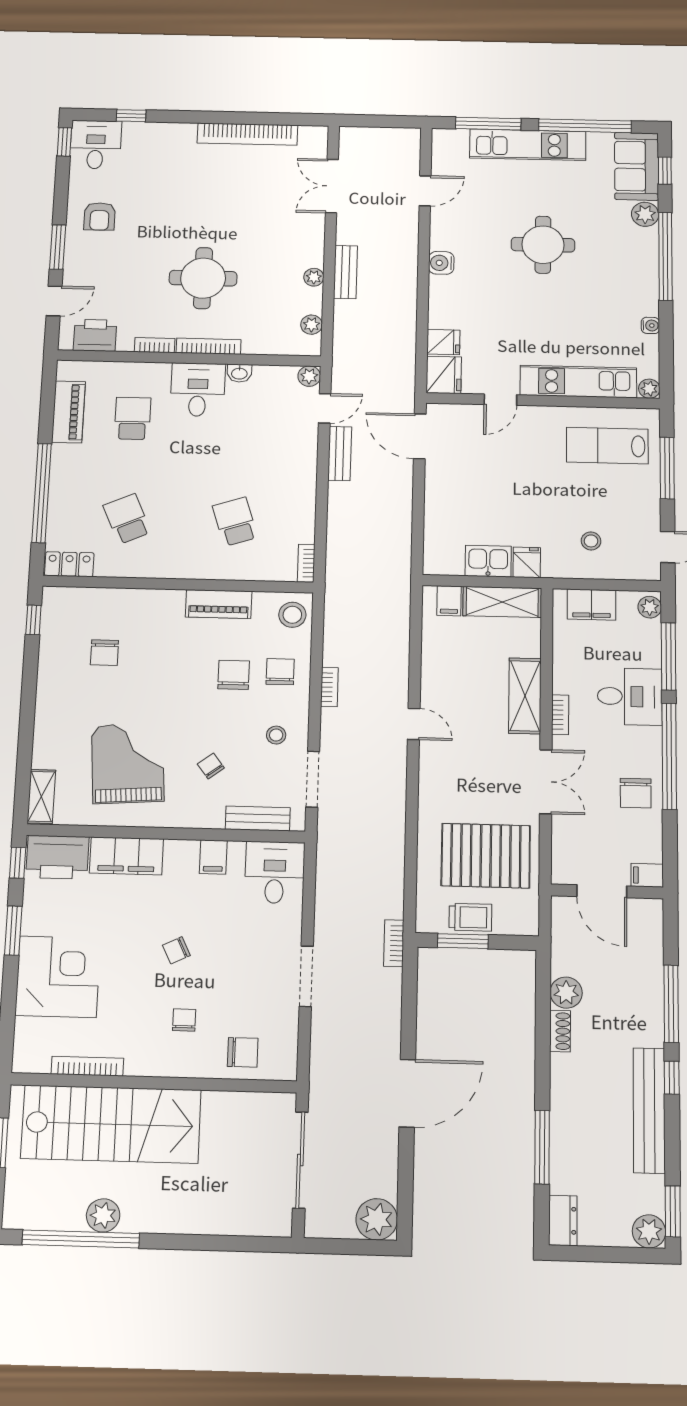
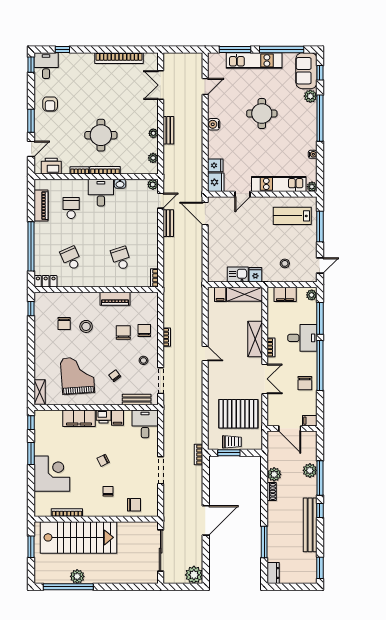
stool: (292, 615) -> (86, 326), moved
printer: (57, 857) -> (104, 416), moved, width x0.53, depth x0.68
plant: (649, 1231) -> (310, 470), moved

